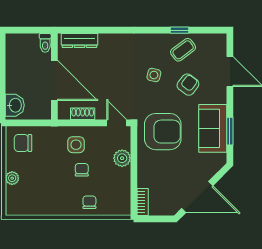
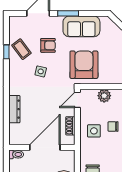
dresser: (79, 41) -> (14, 109), moved
armchair: (188, 85) -> (48, 45), turned 143
window: (230, 131) -> (68, 13), moved

